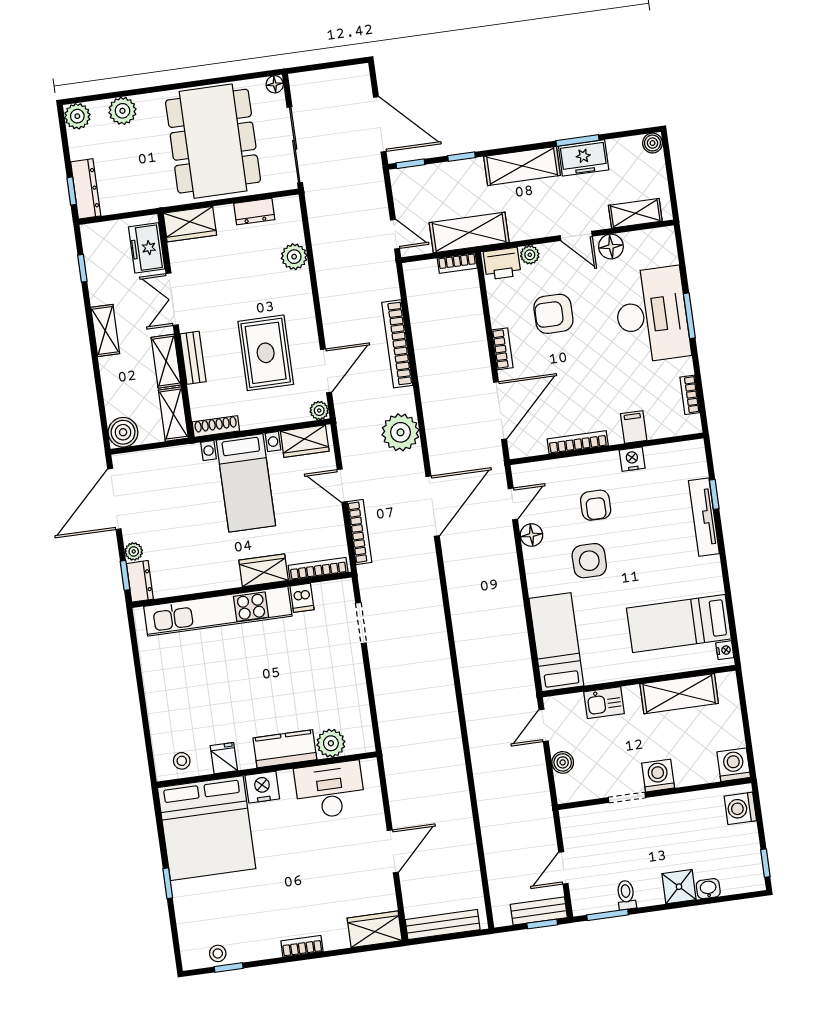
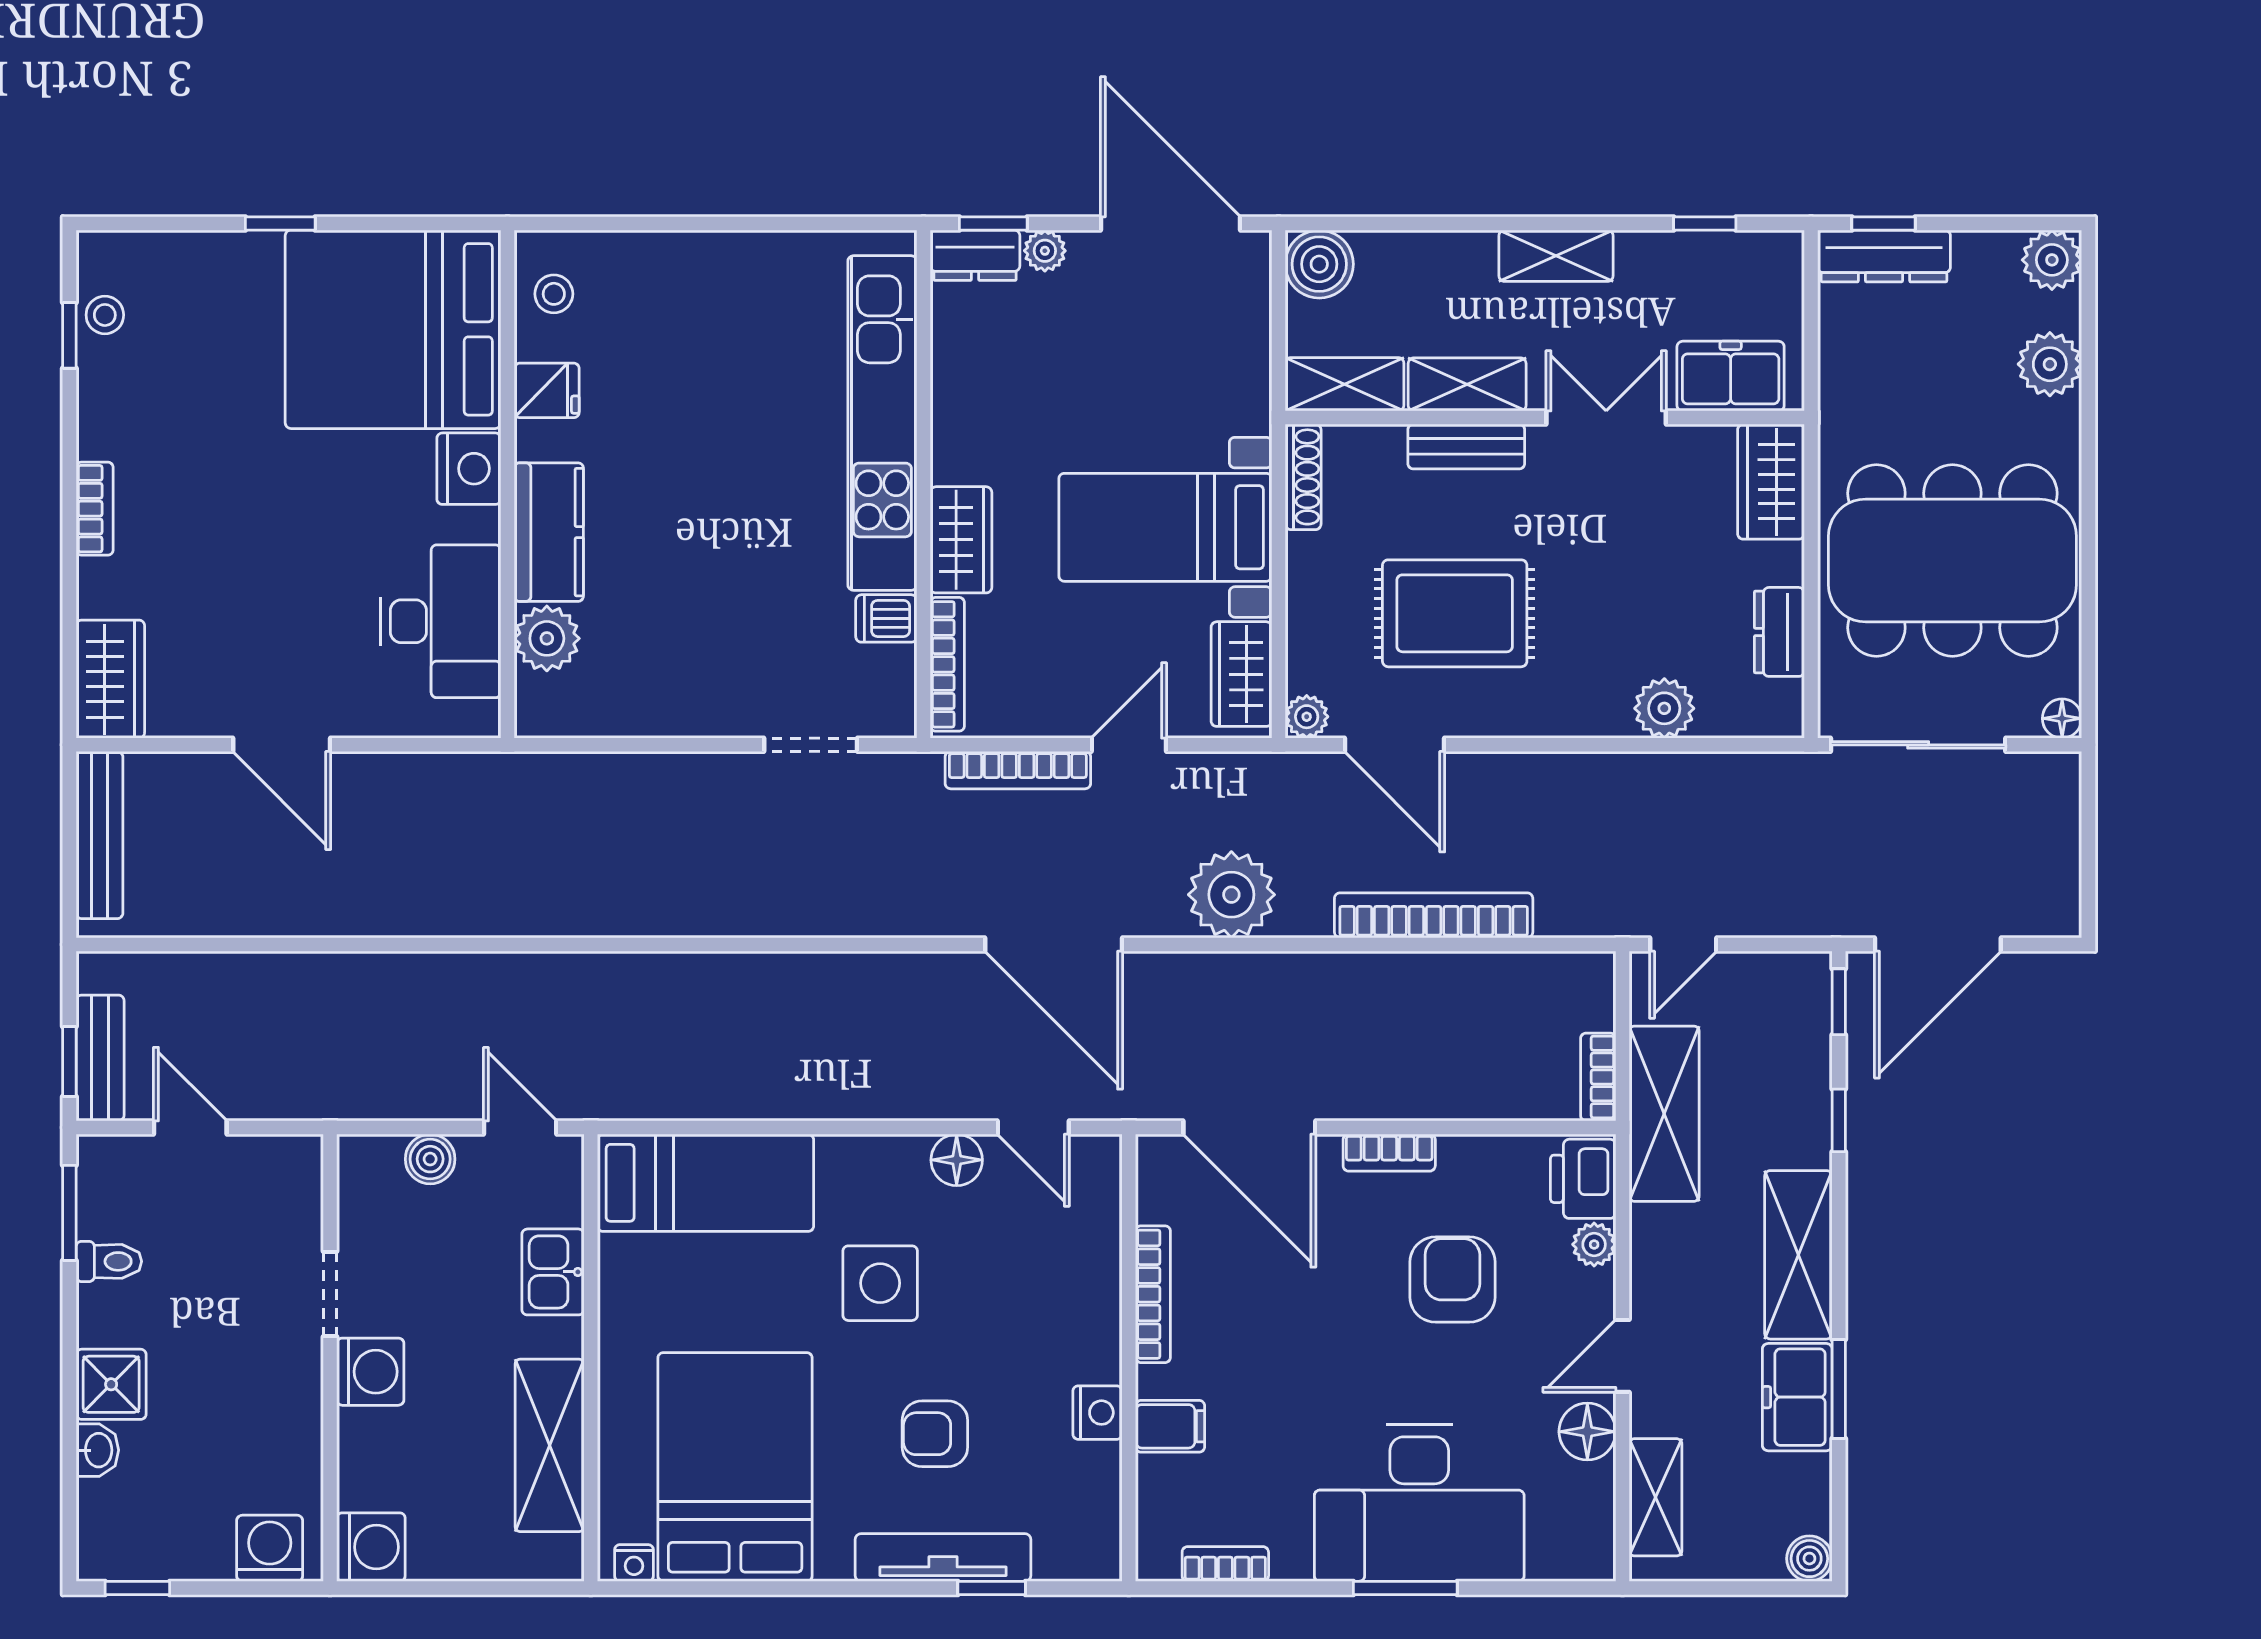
armchair: (596, 505) -> (935, 1434), moved
bed: (679, 623) -> (735, 1467), width x1.50

